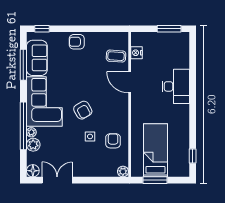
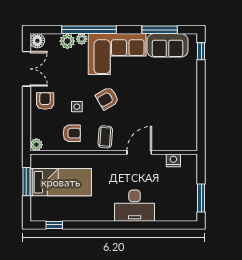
armchair: (77, 42) -> (45, 101), moved
coffee table: (116, 56) -> (105, 137), moved

